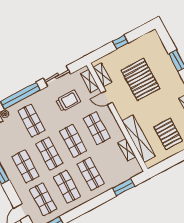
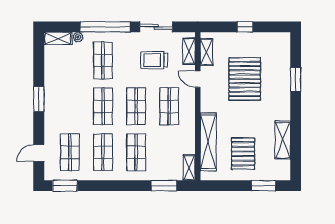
trolley: (68, 101) -> (154, 60), turned 180
shelving: (127, 150) -> (189, 167), moved
shop shelf: (26, 166) -> (70, 106), removed

